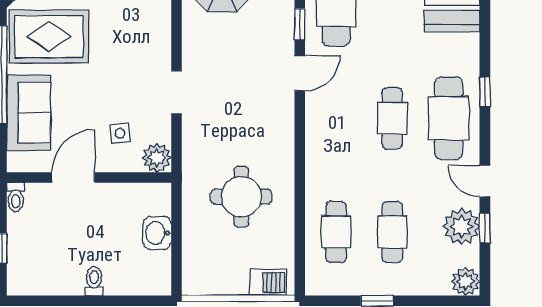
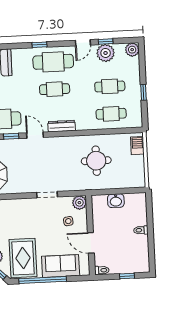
dresser: (316, 129) -> (62, 126), added

